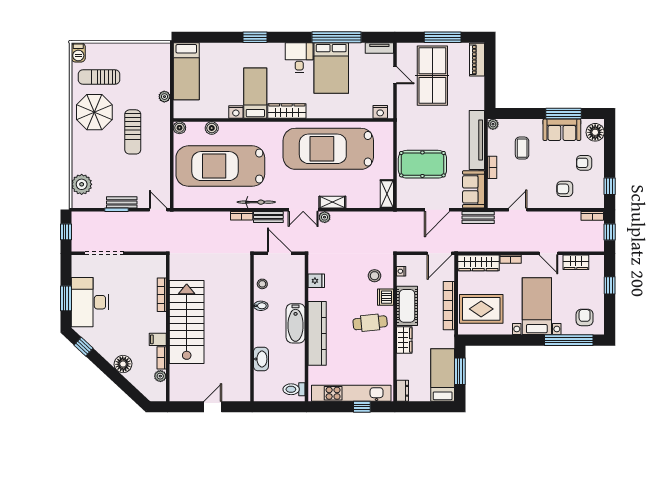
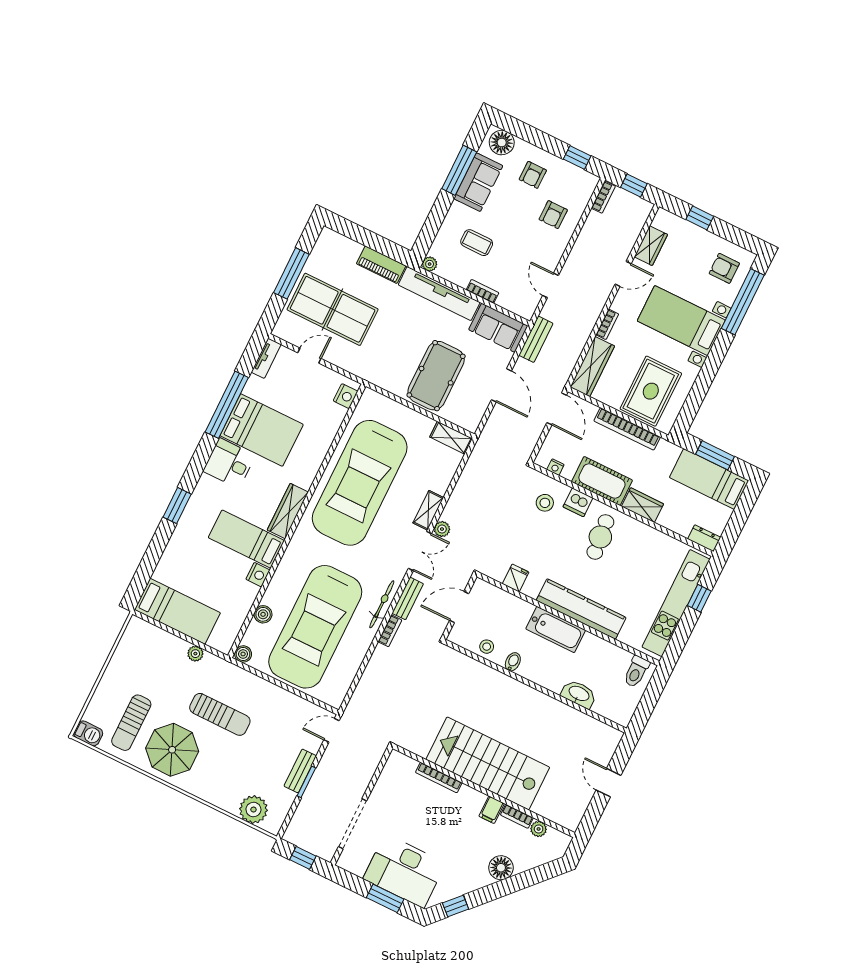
piano: (477, 60) -> (381, 265), moved

